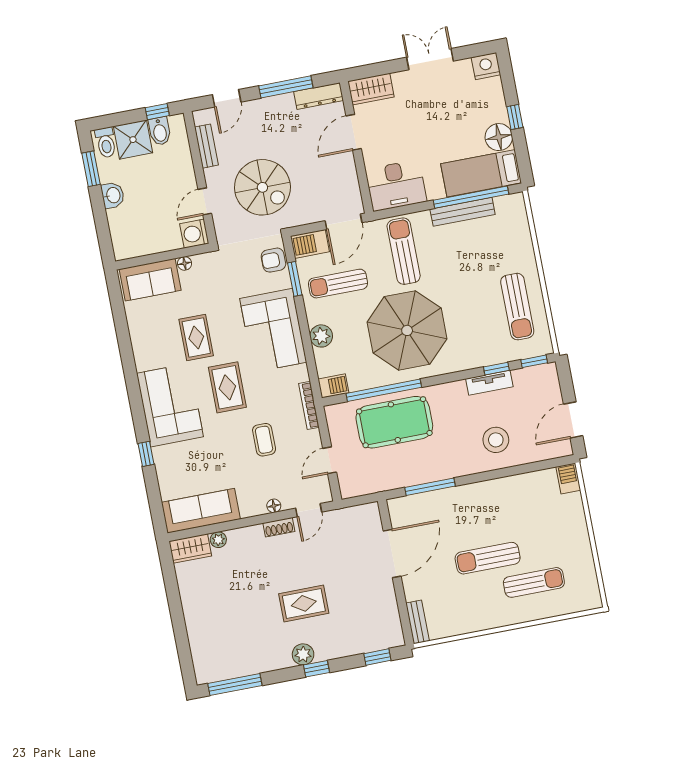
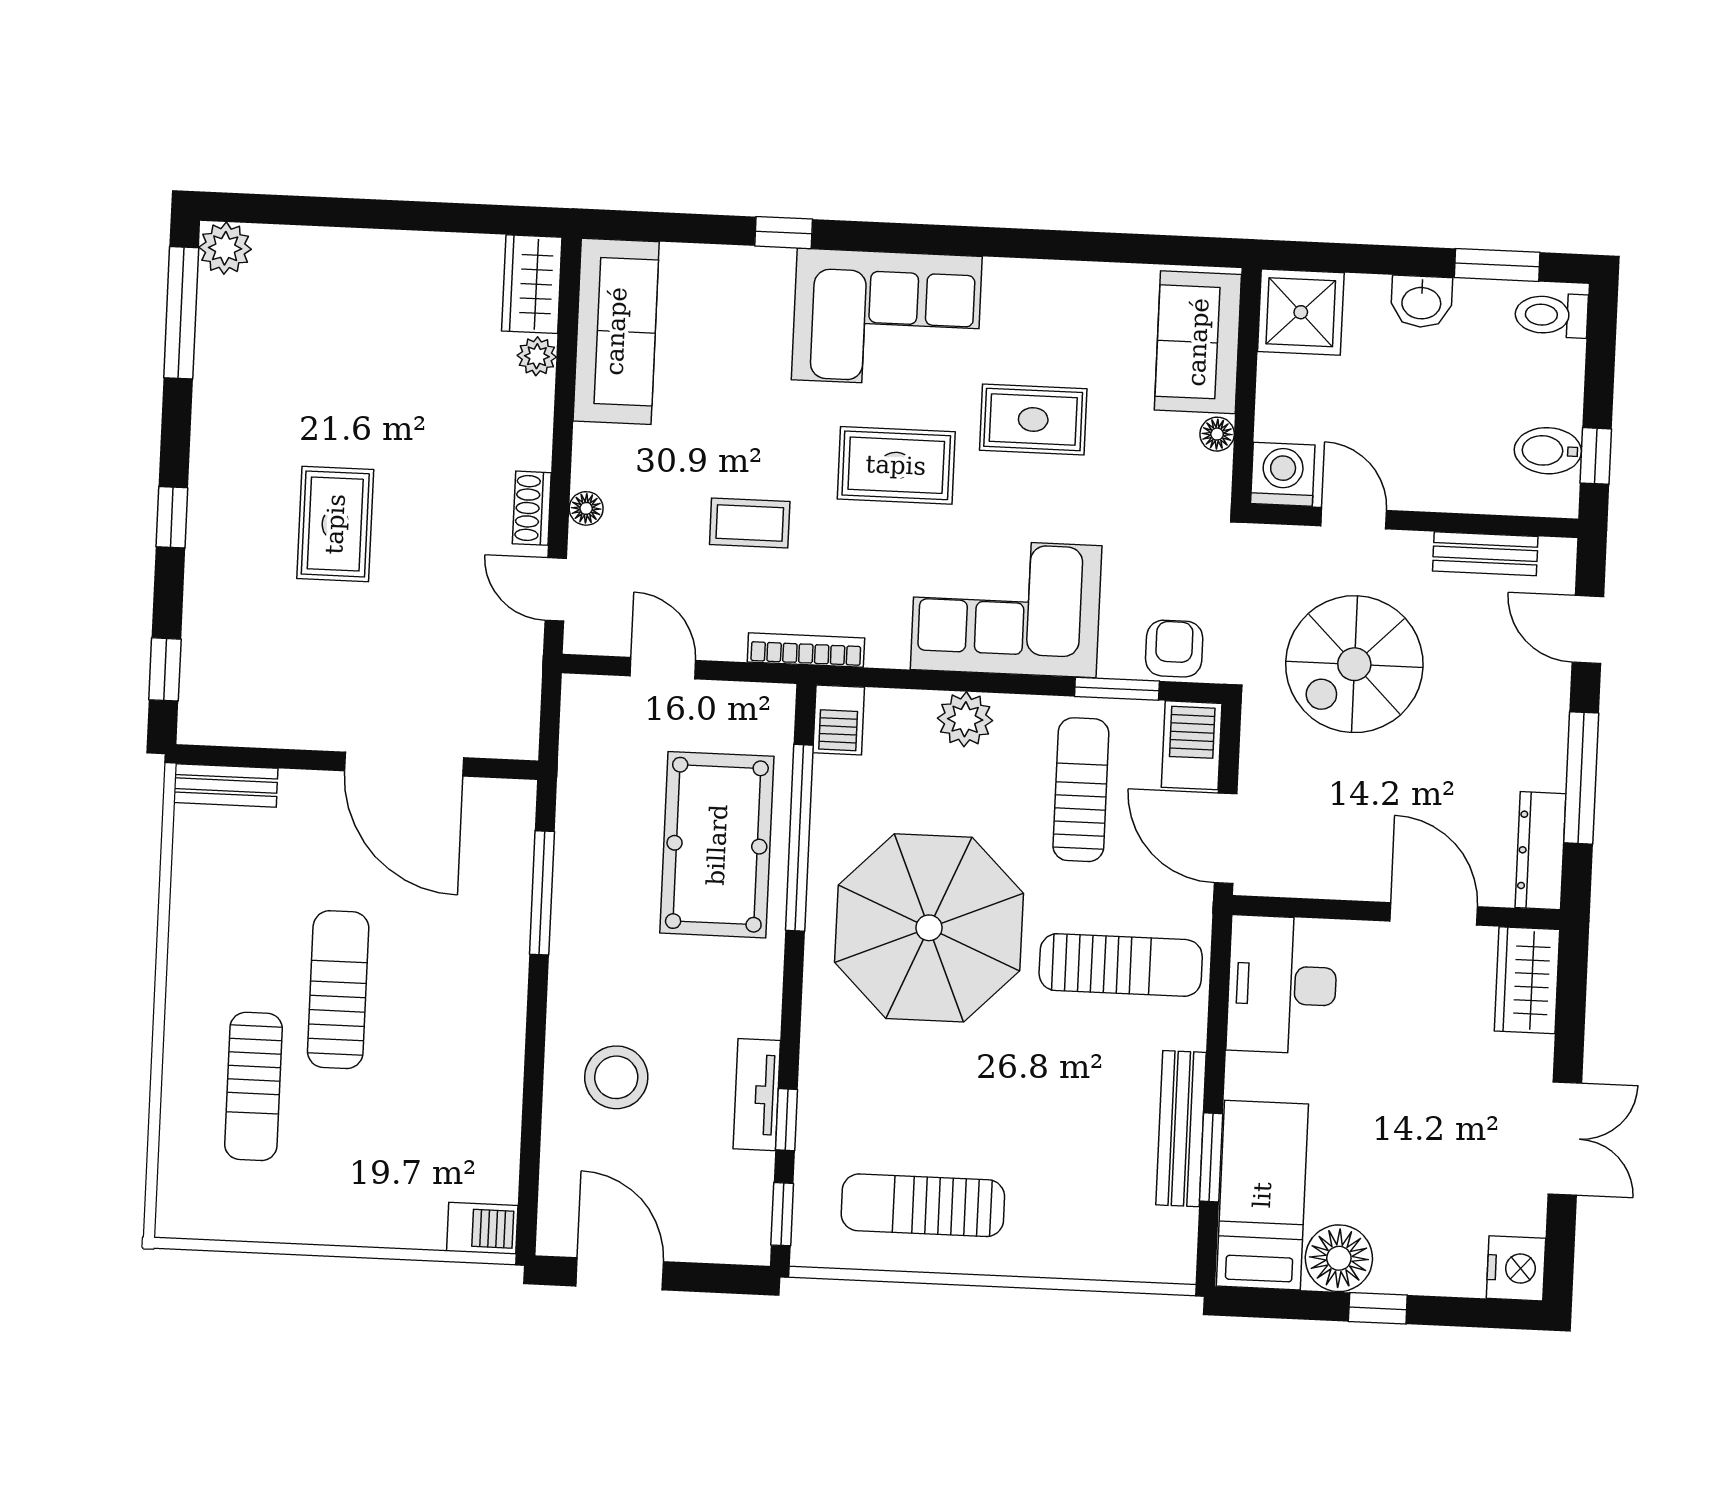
shower: (133, 140) -> (1301, 312), moved
window: (471, 197) -> (1211, 1157), width x0.47
plant: (303, 654) -> (225, 248), moved

